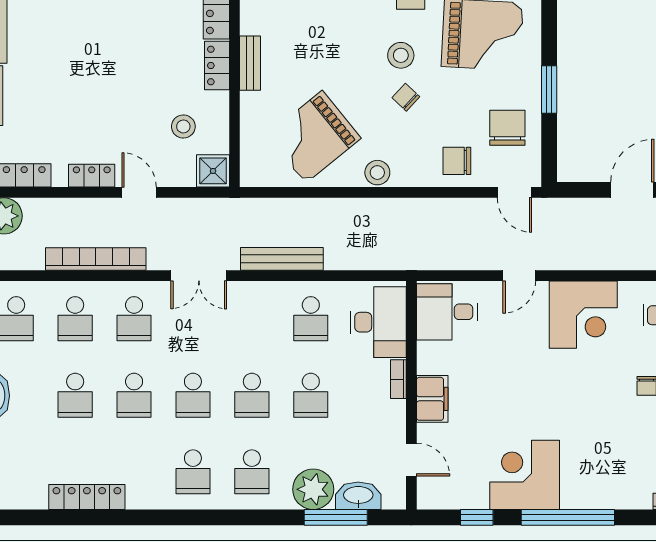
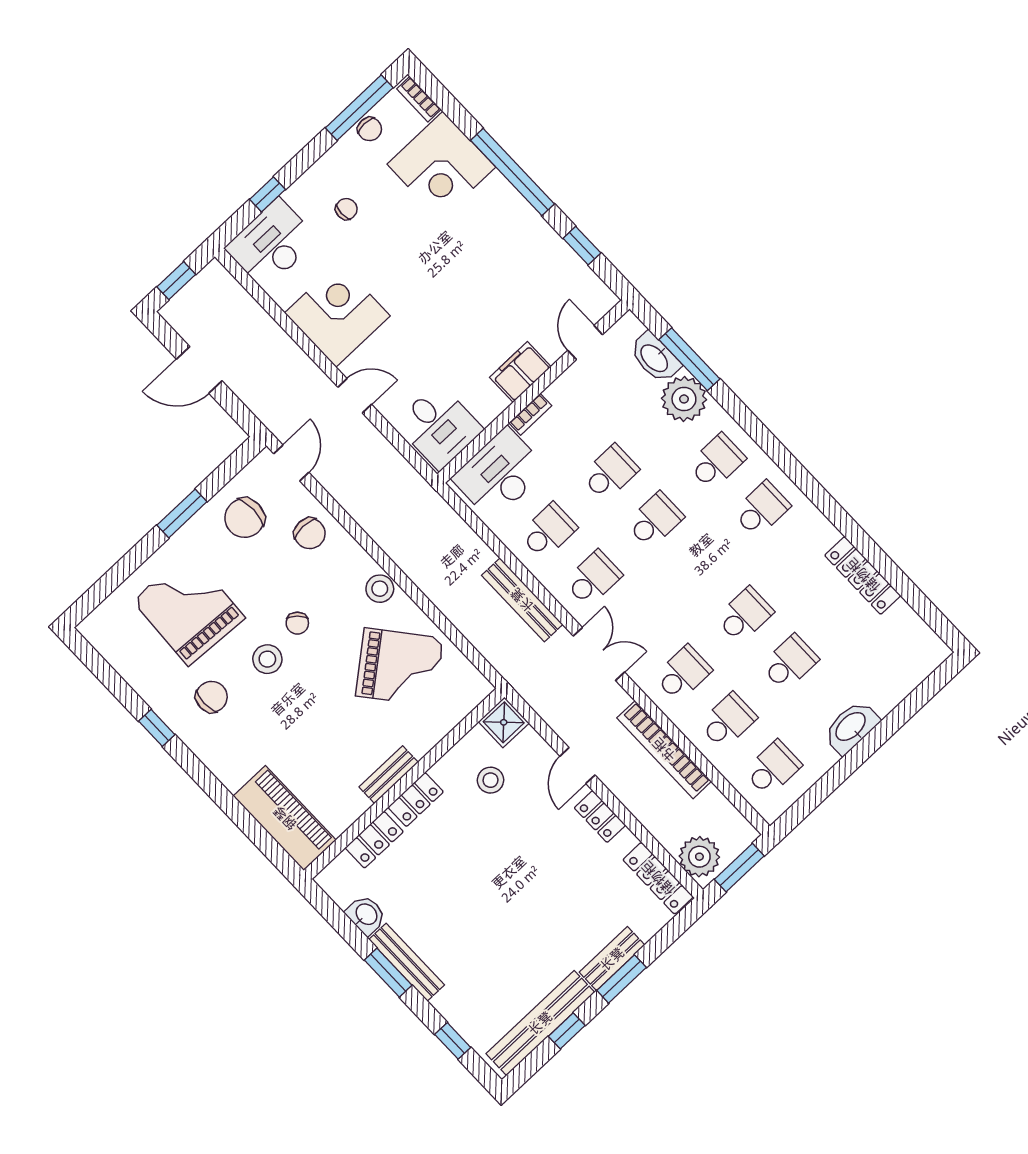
school desk: (193, 395) -> (593, 578), moved
corner desk: (525, 475) -> (441, 166), moved

